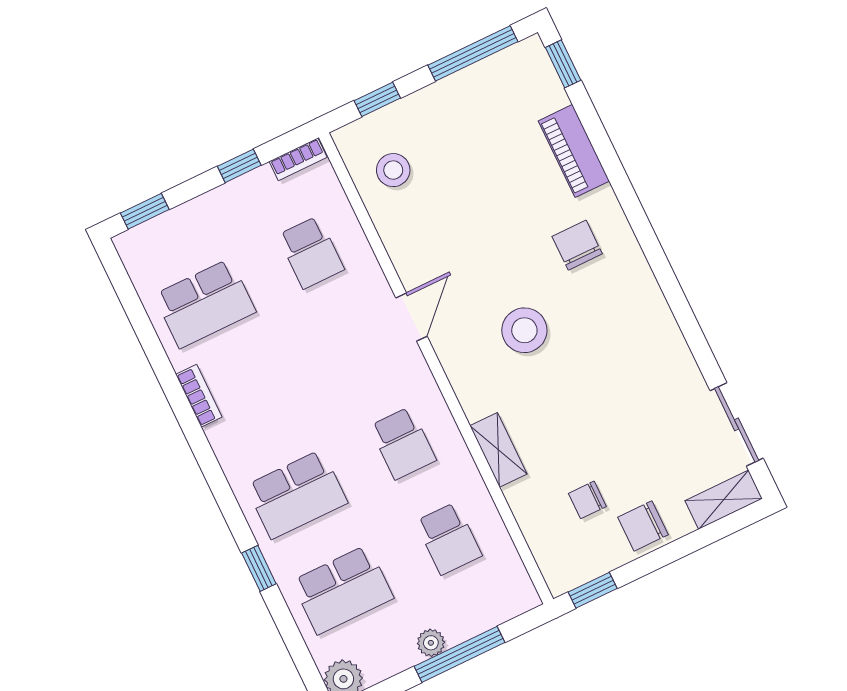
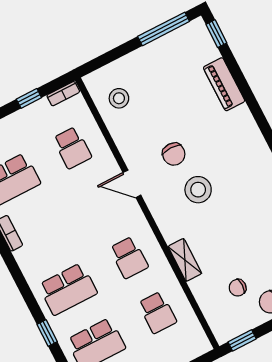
window: (377, 99) -> (108, 57), removed
chair: (577, 245) -> (174, 154), moved, turned 180
door: (411, 317) -> (132, 184), swing flipped

